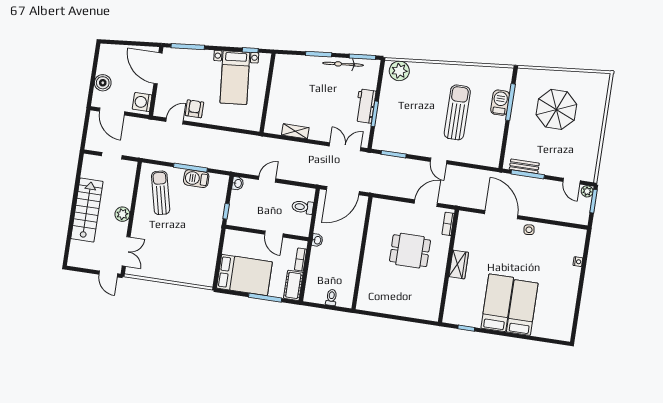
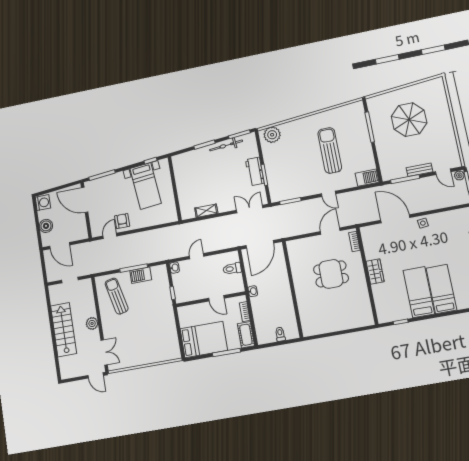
washing machine: (142, 102) -> (43, 203), moved, turned 180
barbecue: (500, 103) -> (367, 178), moved, turned 90
bench: (524, 166) -> (419, 170), moved

